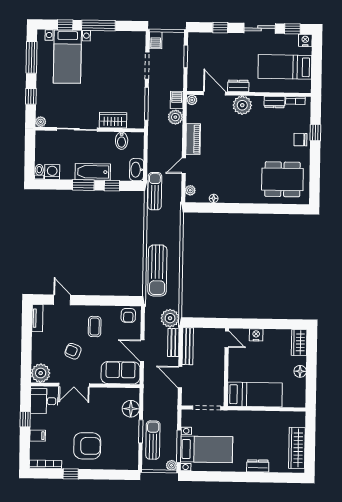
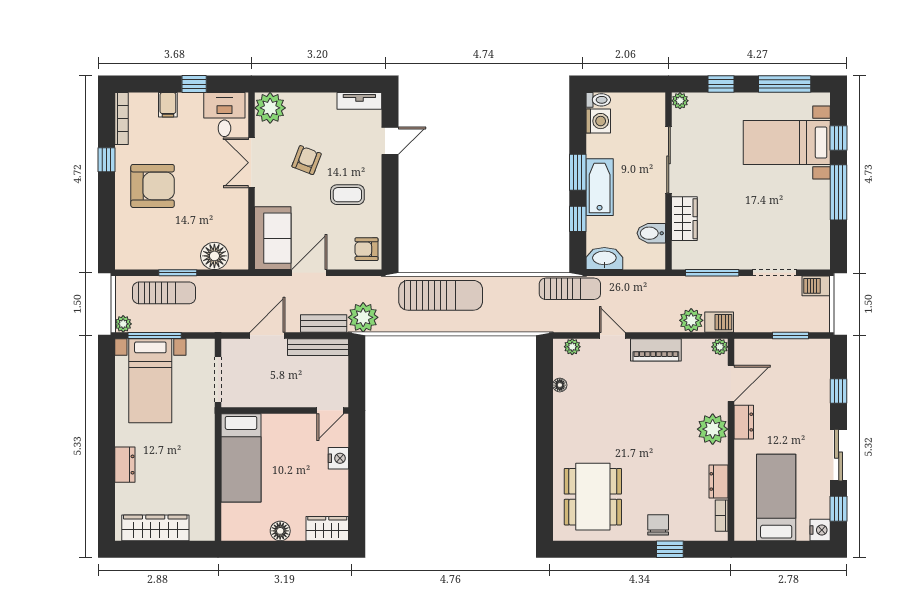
sun lounger: (157, 270) -> (441, 295), turned 180
armchair: (87, 446) -> (153, 186), turned -90

